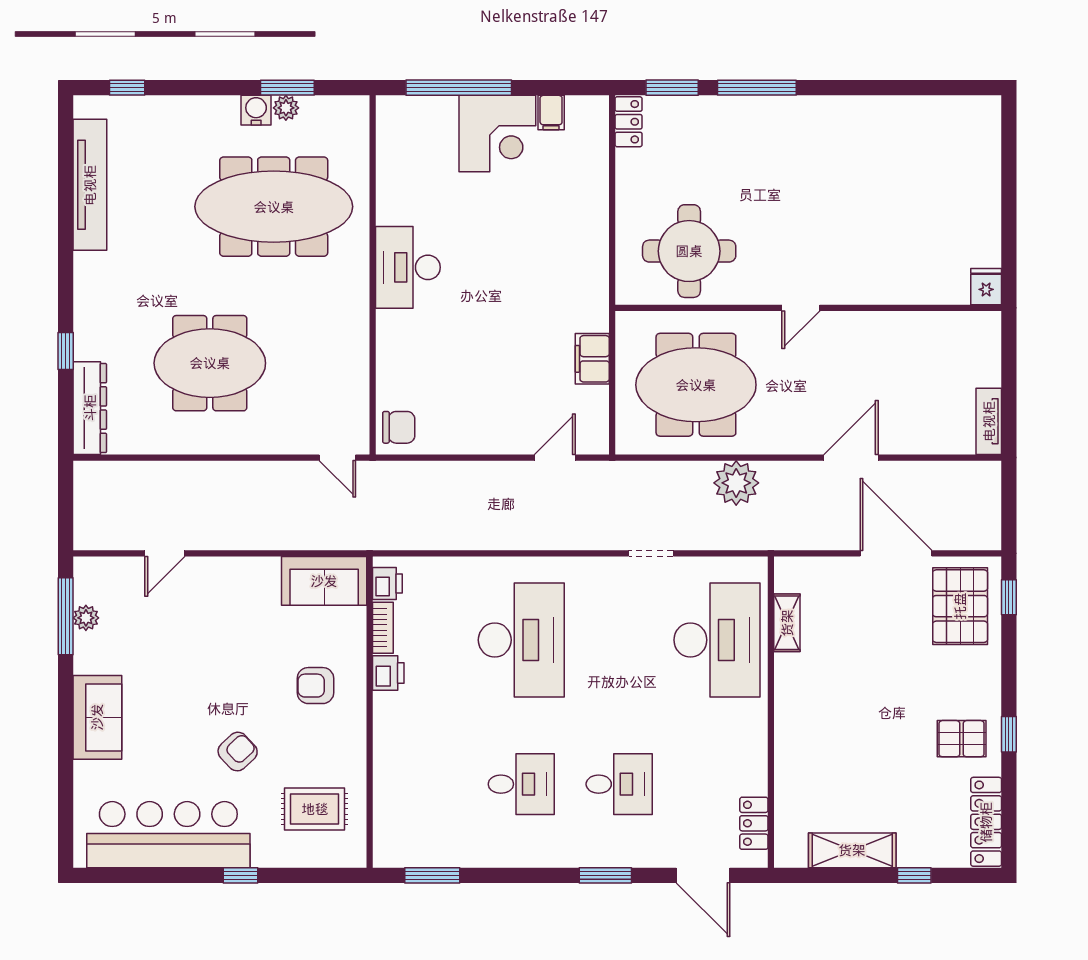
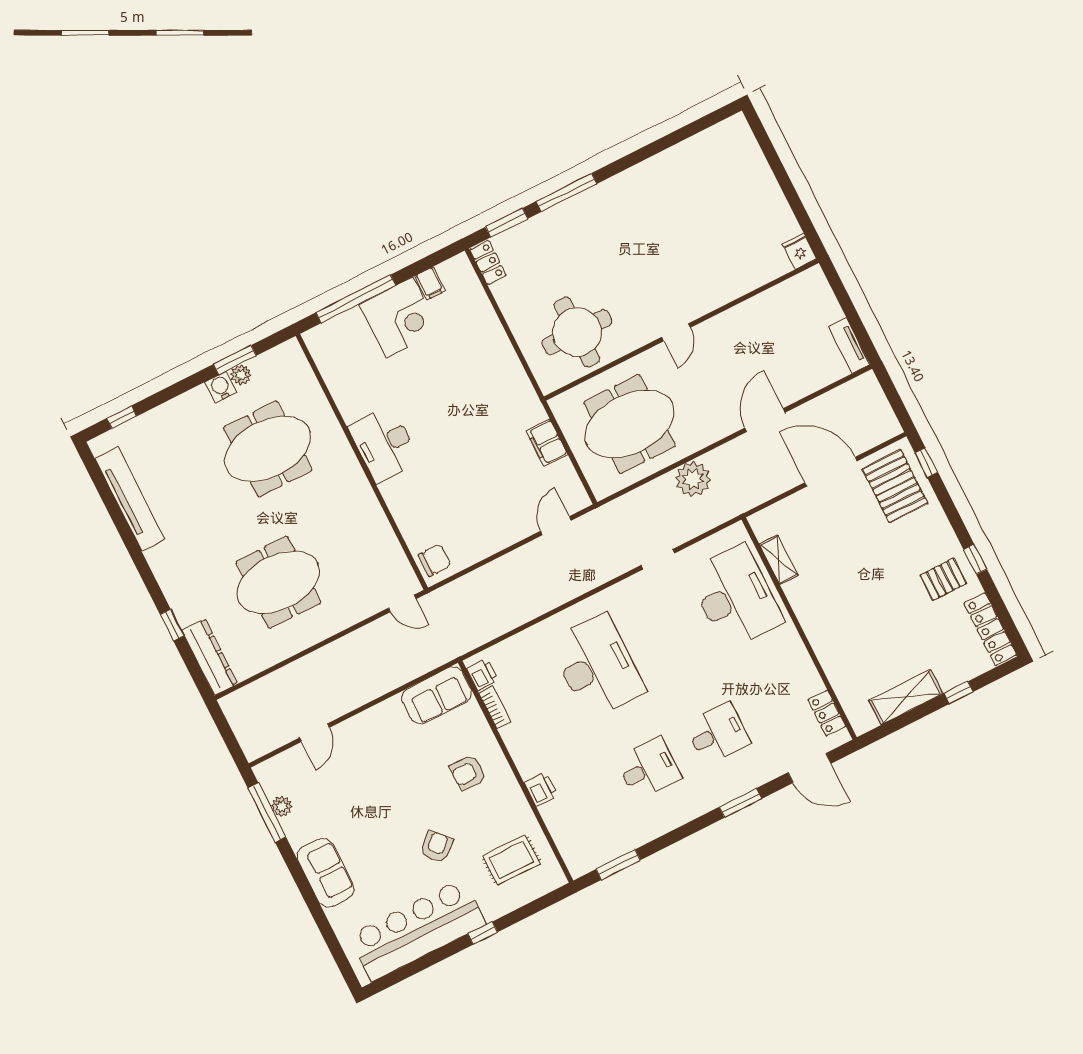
meeting table: (274, 207) -> (268, 449), width x0.73
printer: (388, 673) -> (541, 789), moved

